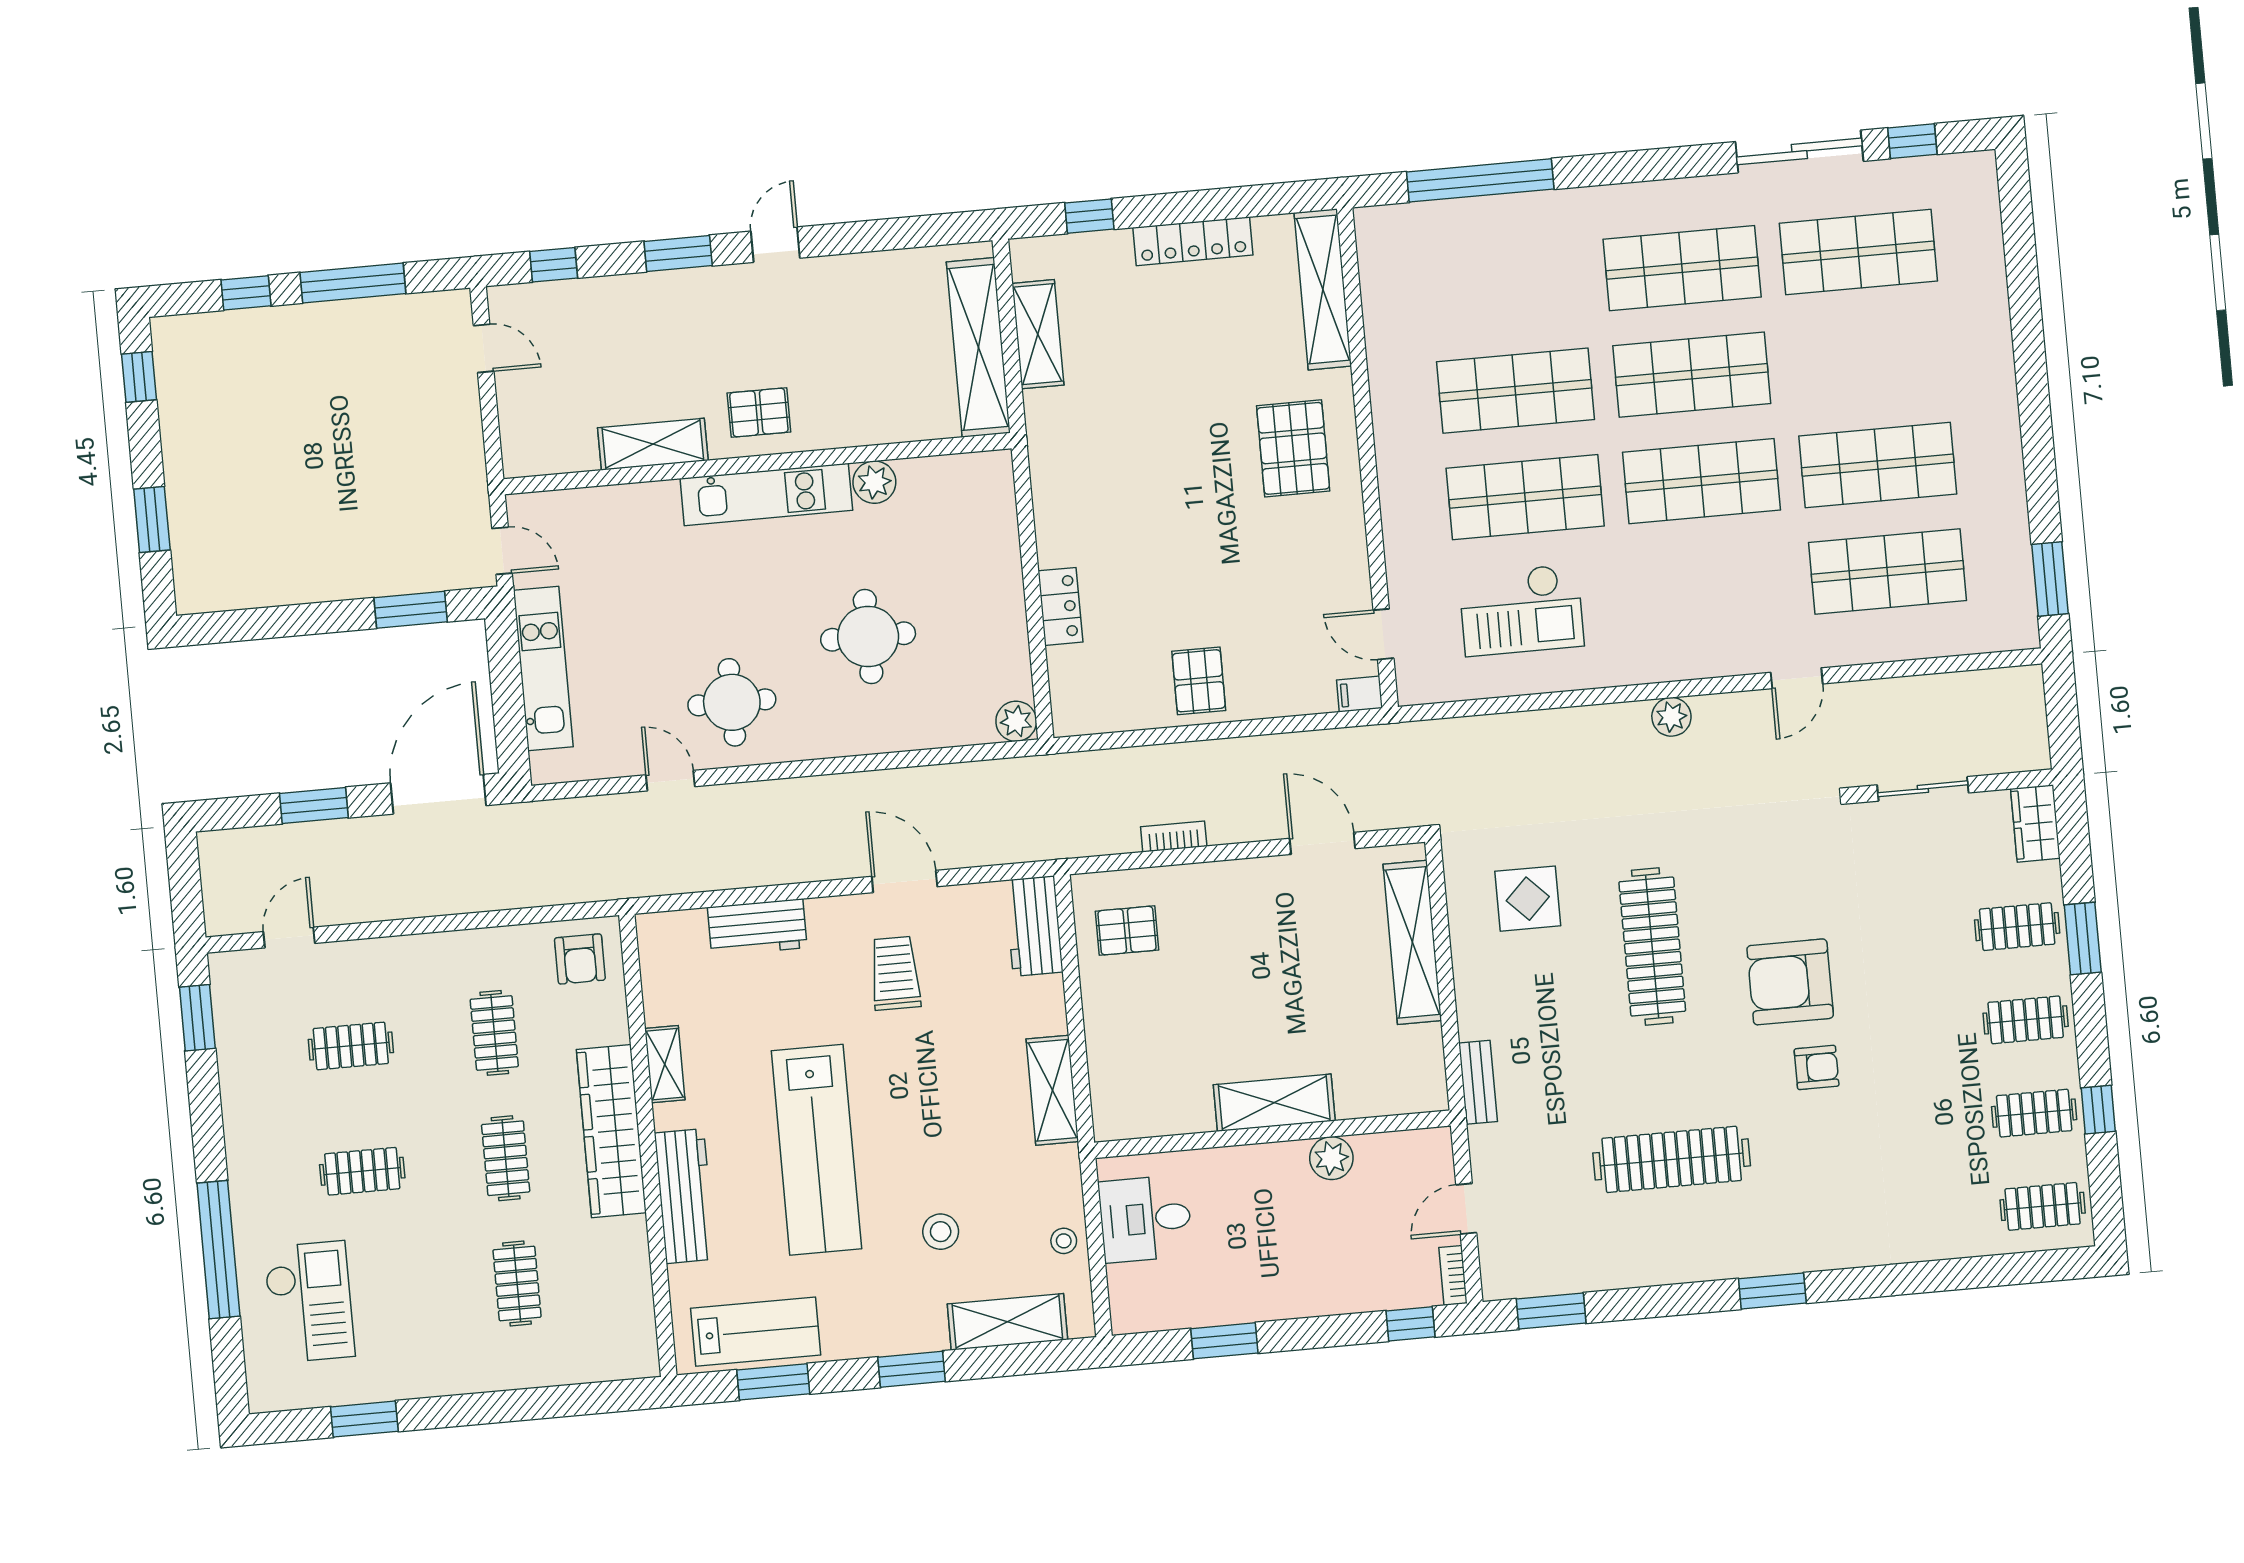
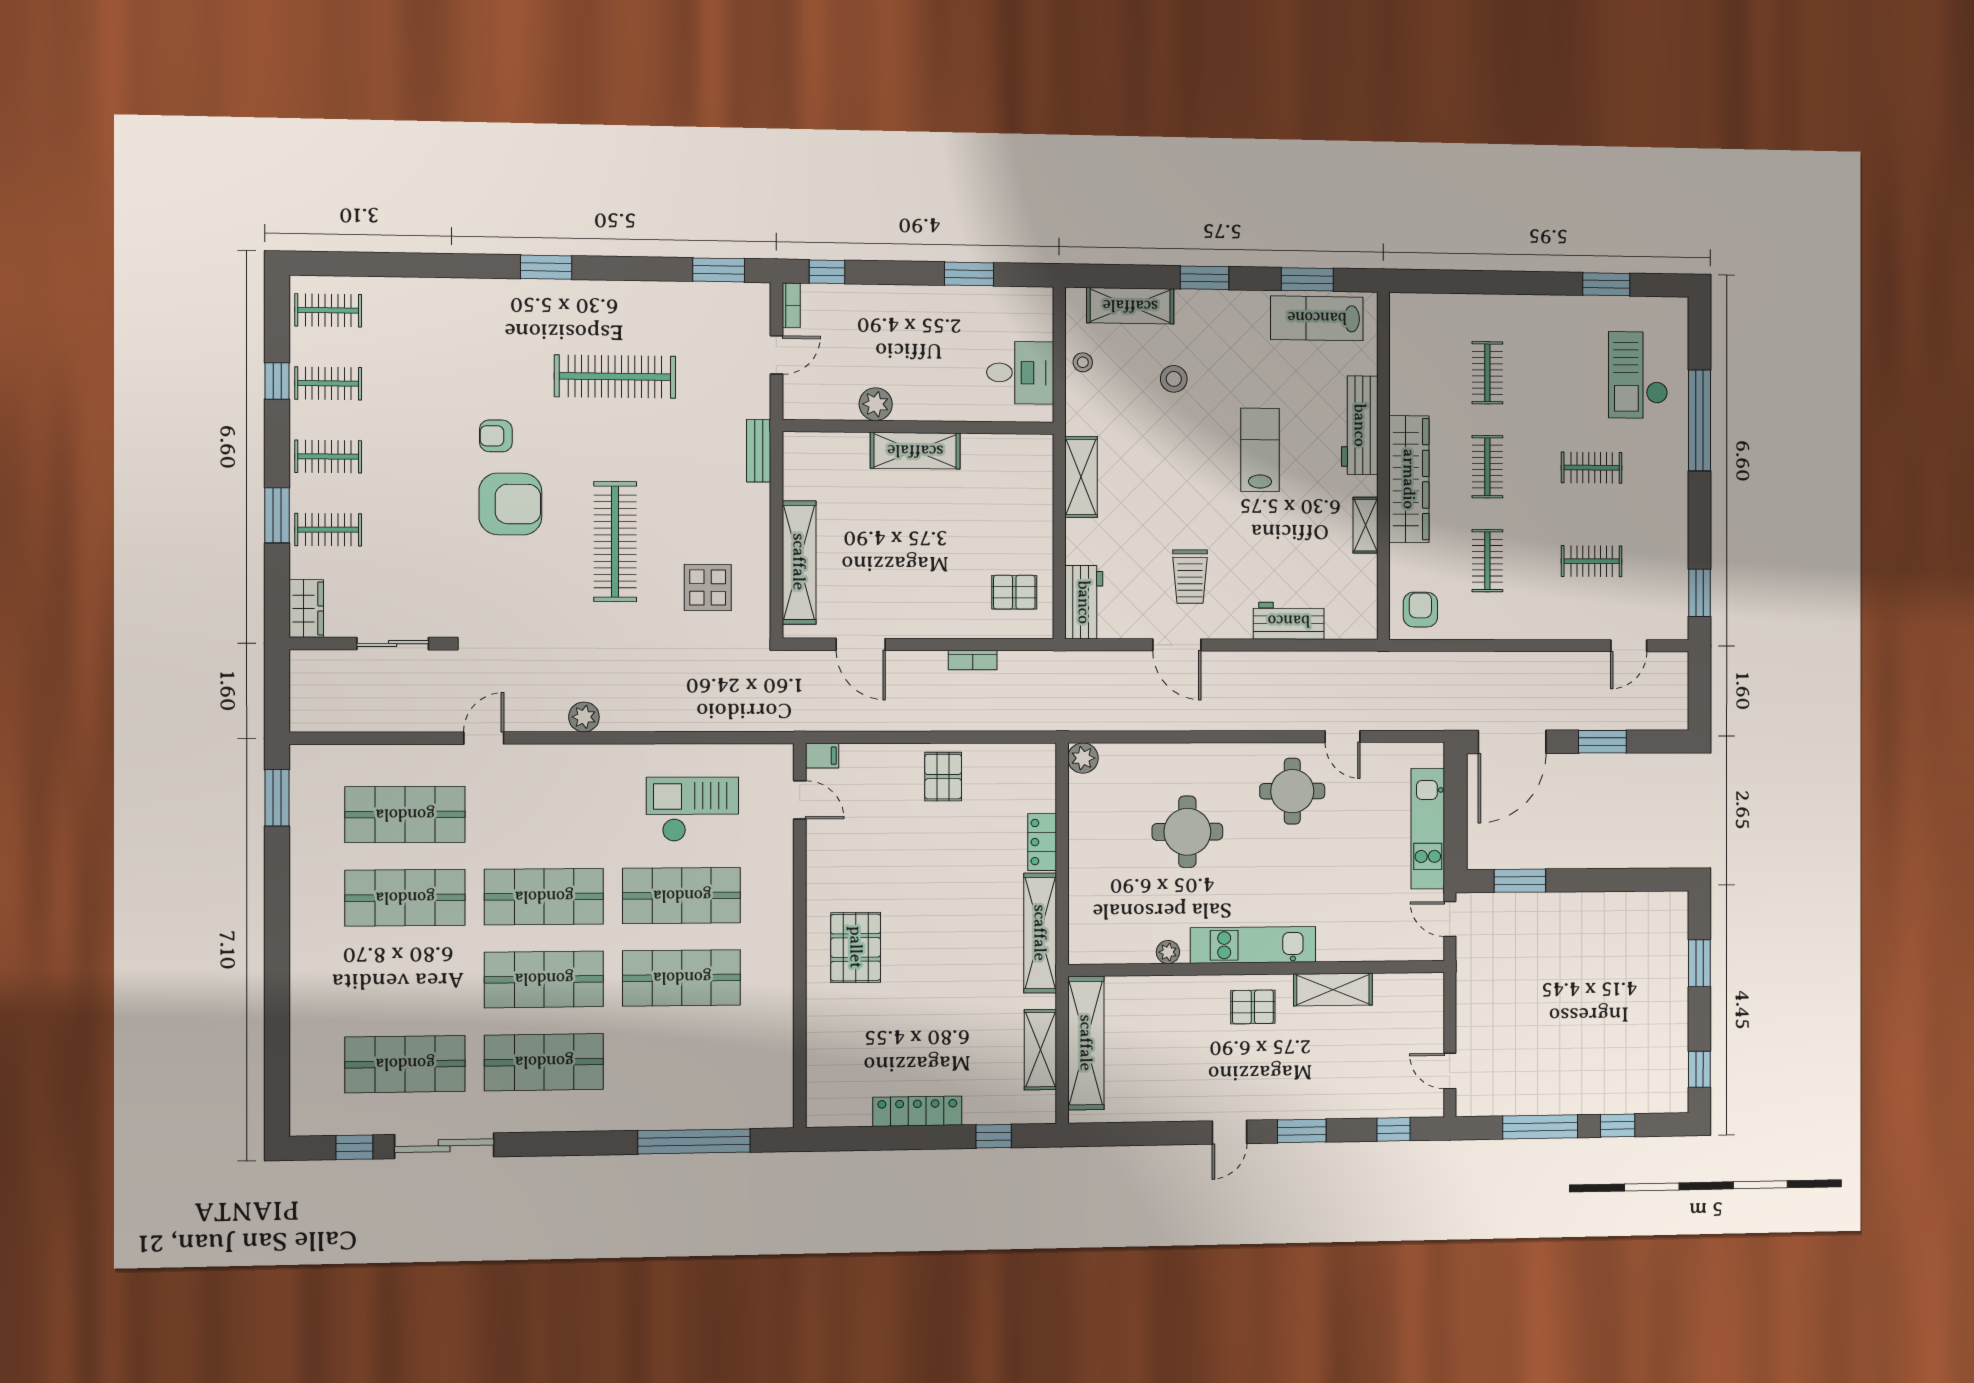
shelving: (1323, 289) -> (1040, 933), moved
plant: (874, 482) -> (1168, 952), width x0.73, depth x0.73
lab bench: (816, 1150) -> (1260, 450), width x0.54, depth x0.72

